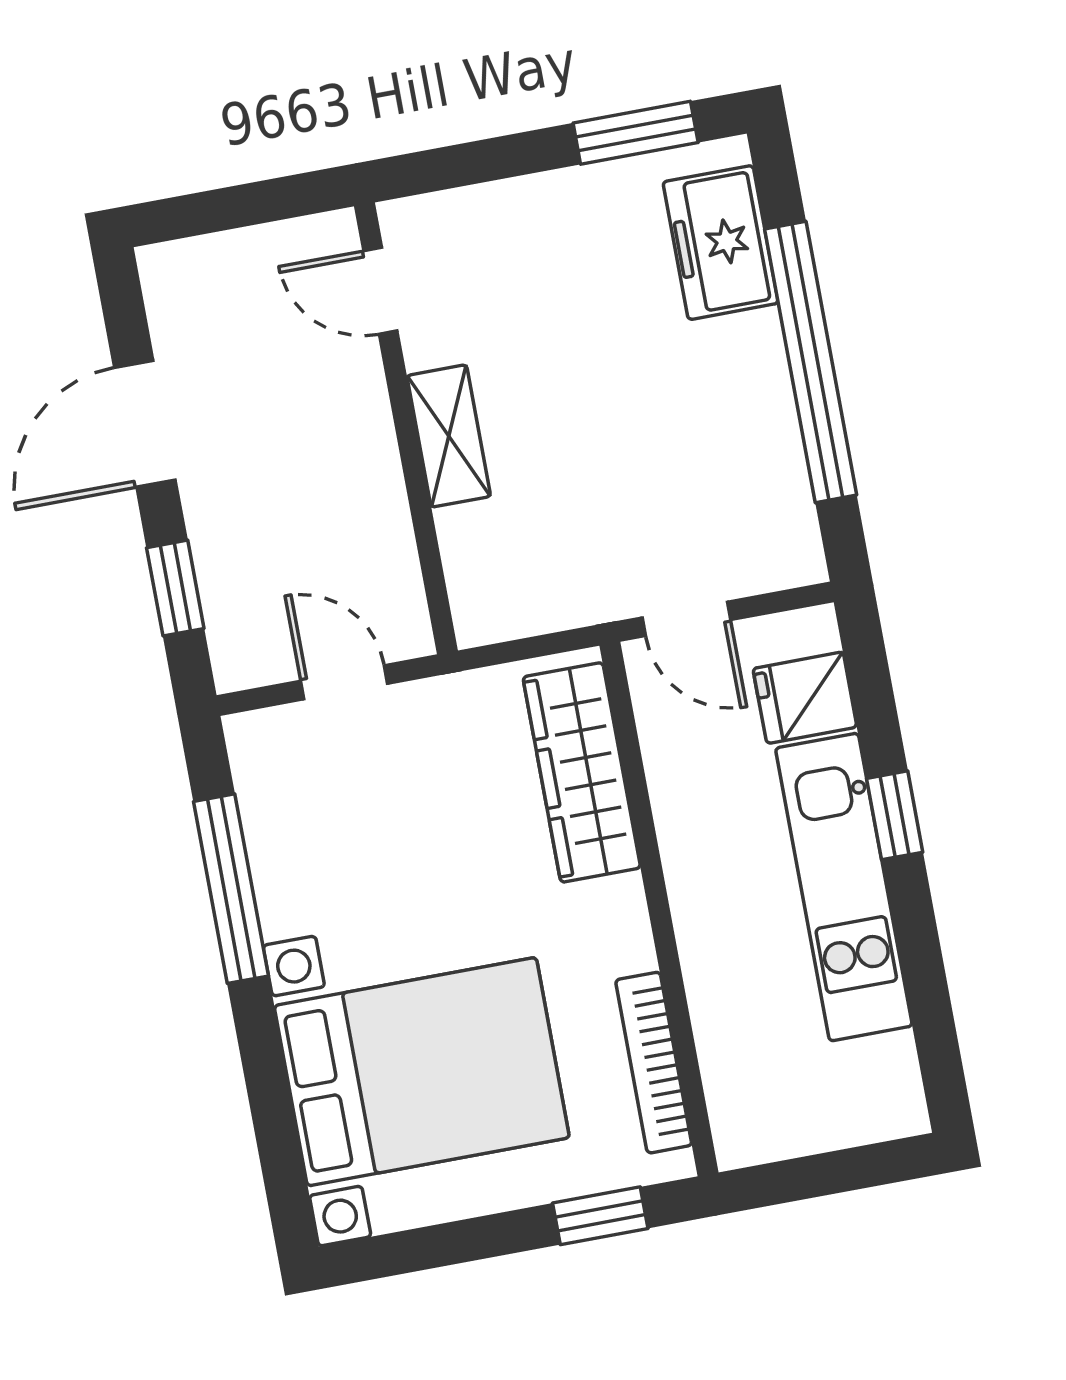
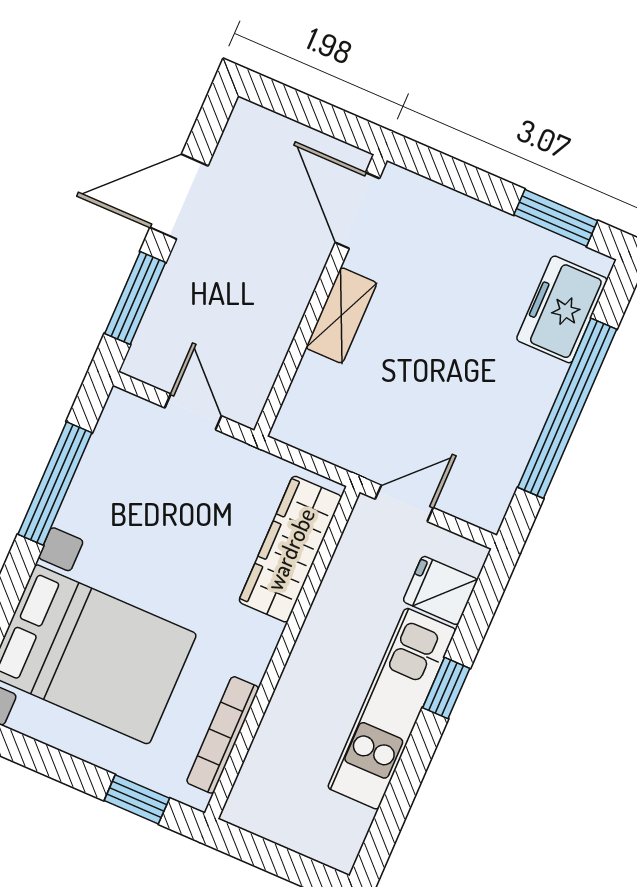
door: (380, 291) -> (357, 210), width x1.38
window: (175, 588) -> (135, 298), width x1.50
door: (686, 619) -> (404, 503), swing flipped

